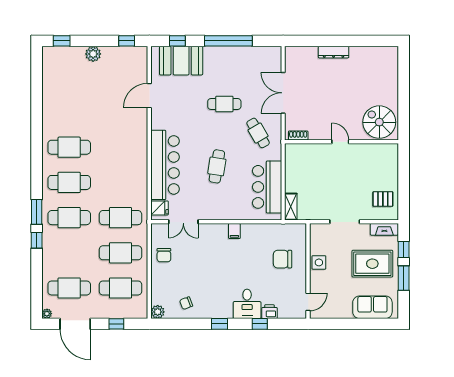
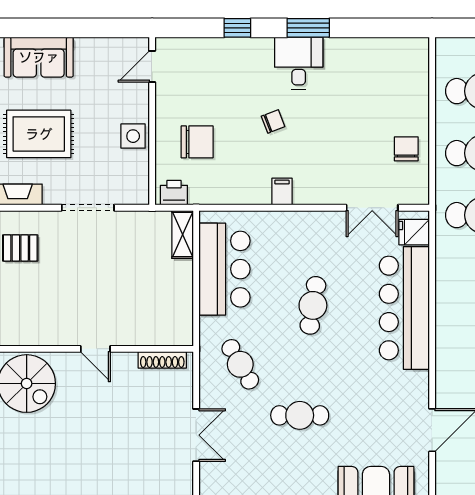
double door: (283, 93) -> (196, 435), width x0.73
shoe rack: (298, 136) -> (162, 360), width x1.43
double door: (183, 222) -> (372, 208), swing flipped
chair: (186, 303) -> (273, 121), moved
desk: (247, 304) -> (299, 63), moved
plant: (158, 312) -> (417, 49), removed
printer: (269, 312) -> (174, 193), moved, turned 180
window: (220, 324) -> (308, 28), width x1.50

